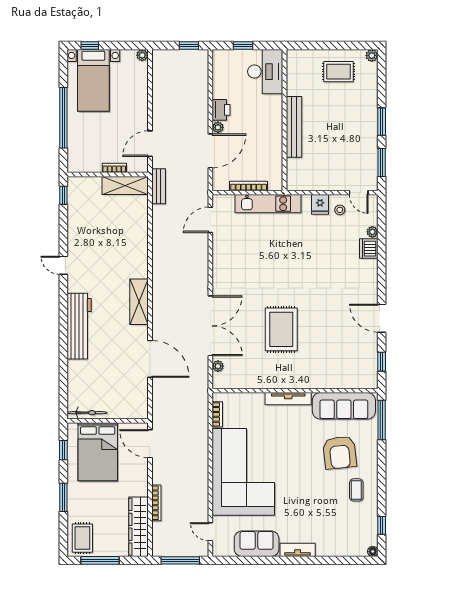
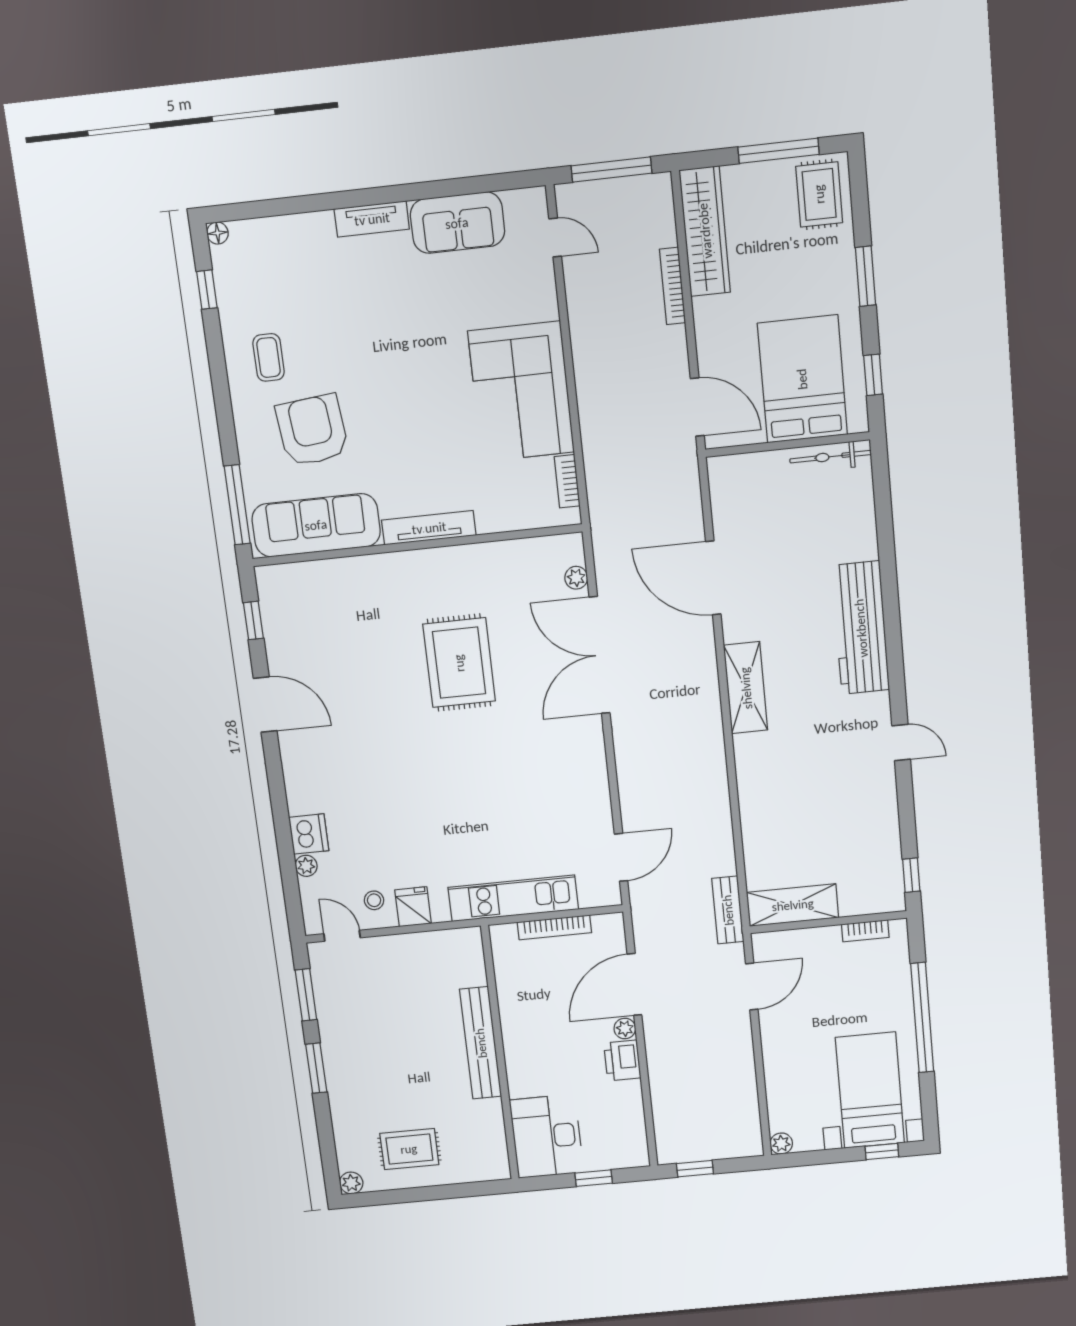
bookcase: (114, 168) -> (865, 931), moved
corner sofa: (243, 472) -> (521, 392), width x0.73, depth x0.74

